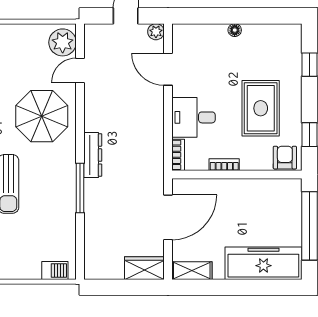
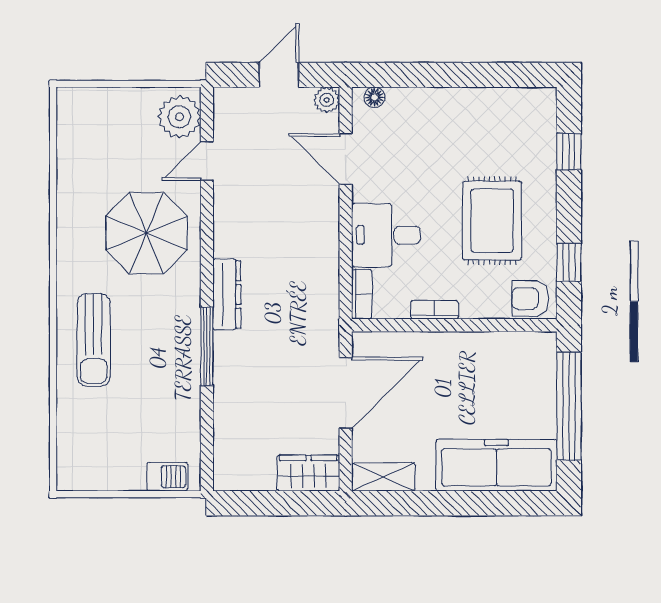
floor lamp: (235, 30) -> (375, 97), moved
armchair: (285, 158) -> (530, 299), turned -90

